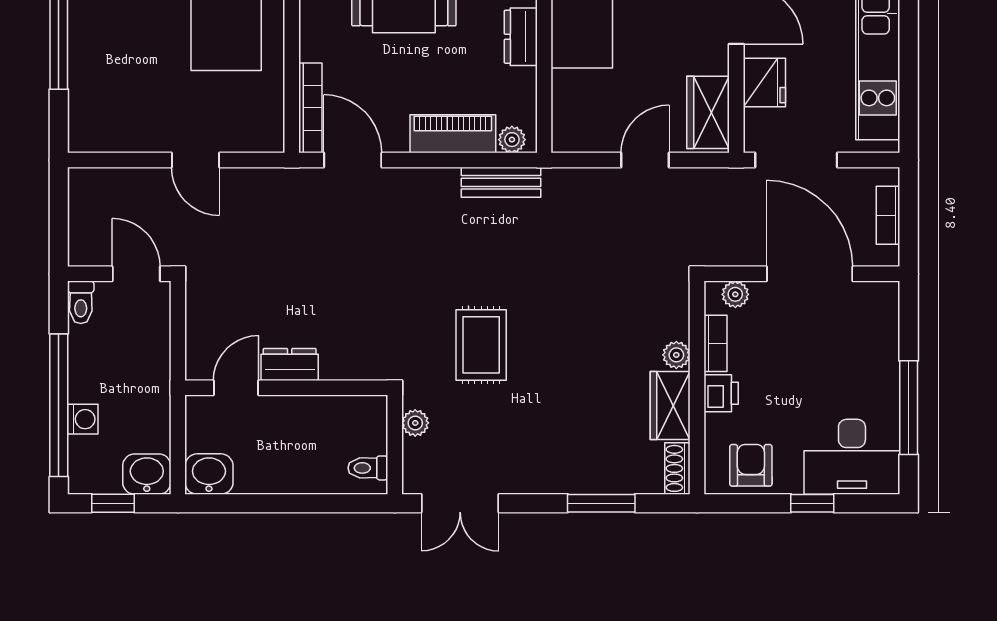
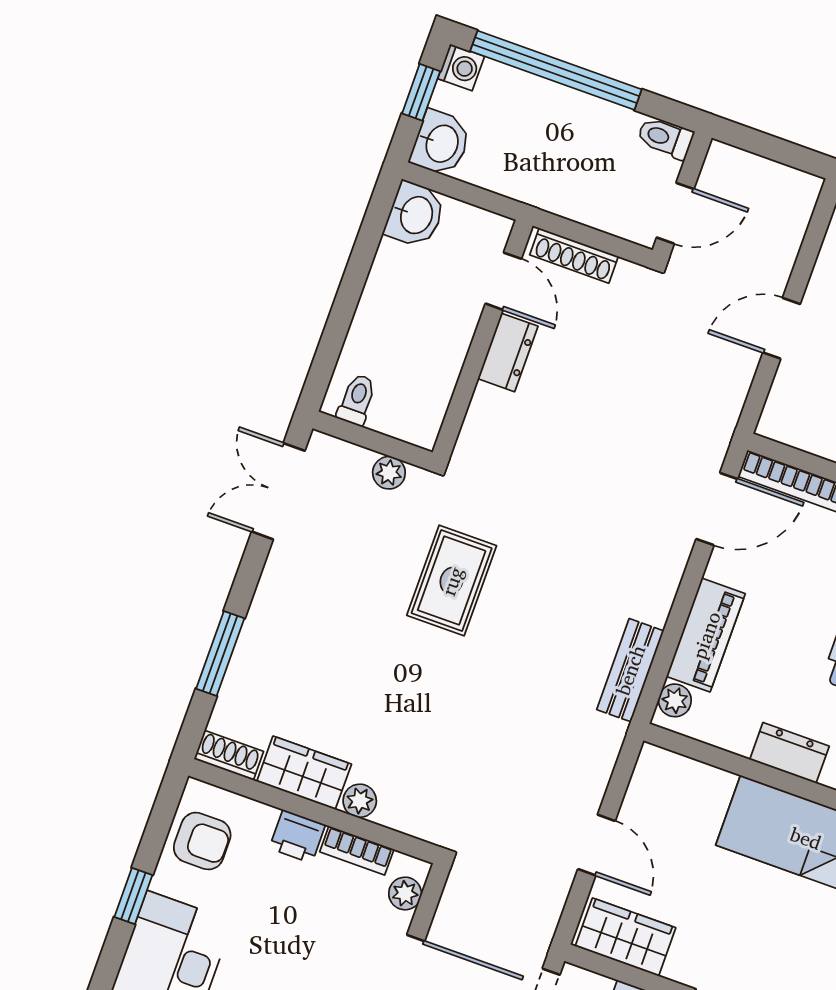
shoe rack: (197, 340) -> (574, 256), added
rug: (481, 345) -> (452, 581), turned 90
washing machine: (83, 419) -> (461, 67), moved, turned -90

